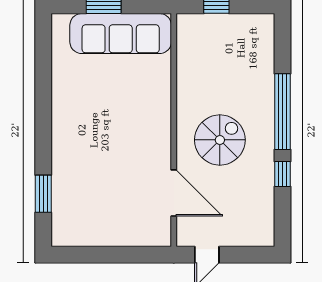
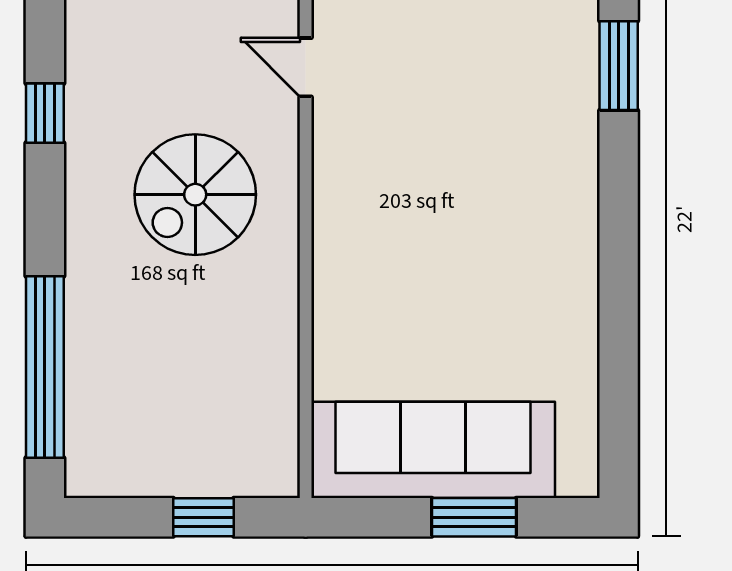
window: (283, 112) -> (45, 367), moved
door: (174, 193) -> (306, 67), width x0.53

